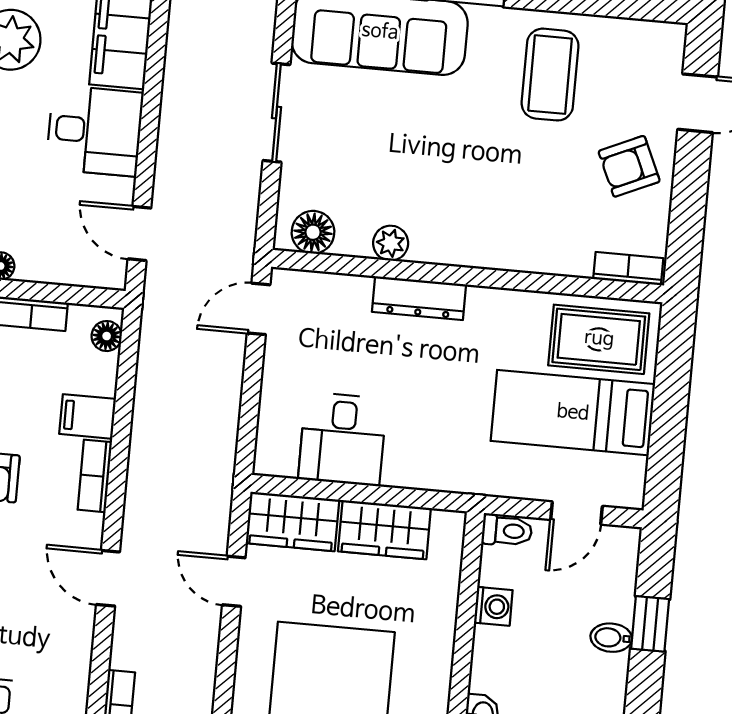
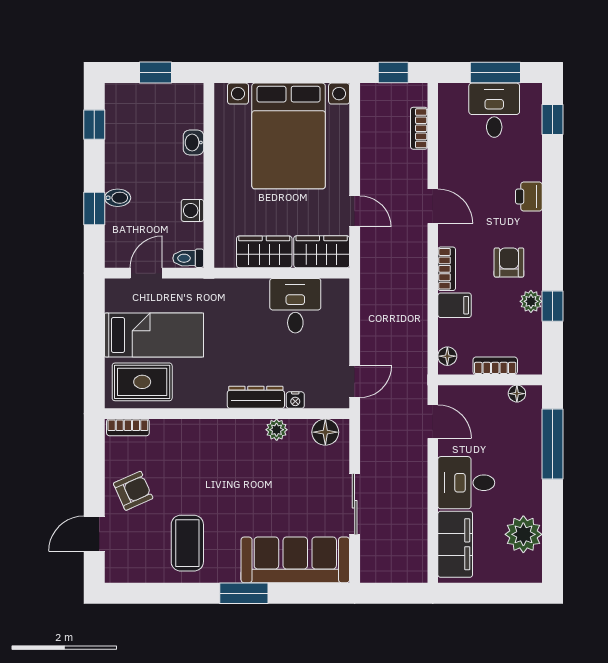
nightstand: (356, 288) -> (295, 400), added

